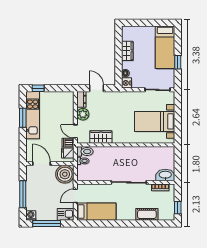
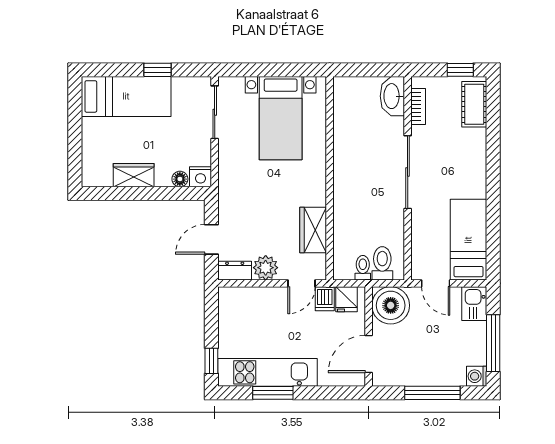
toilet: (85, 151) -> (382, 263), moved
cot: (147, 214) -> (474, 104), moved

